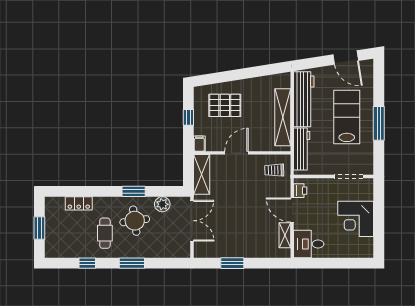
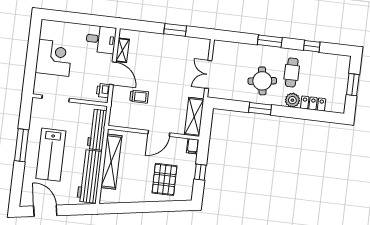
pallet: (225, 105) -> (164, 179), turned 90
trolley: (274, 170) -> (139, 97), moved
plant: (162, 204) -> (292, 100), moved
double door: (192, 221) -> (208, 74), width x0.73

